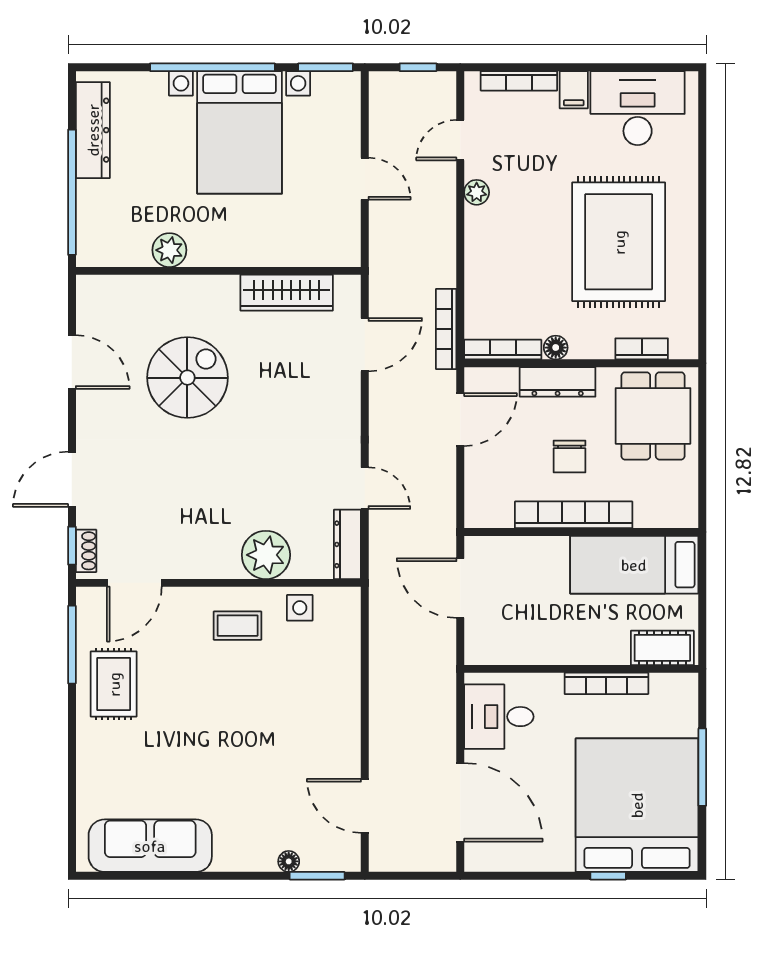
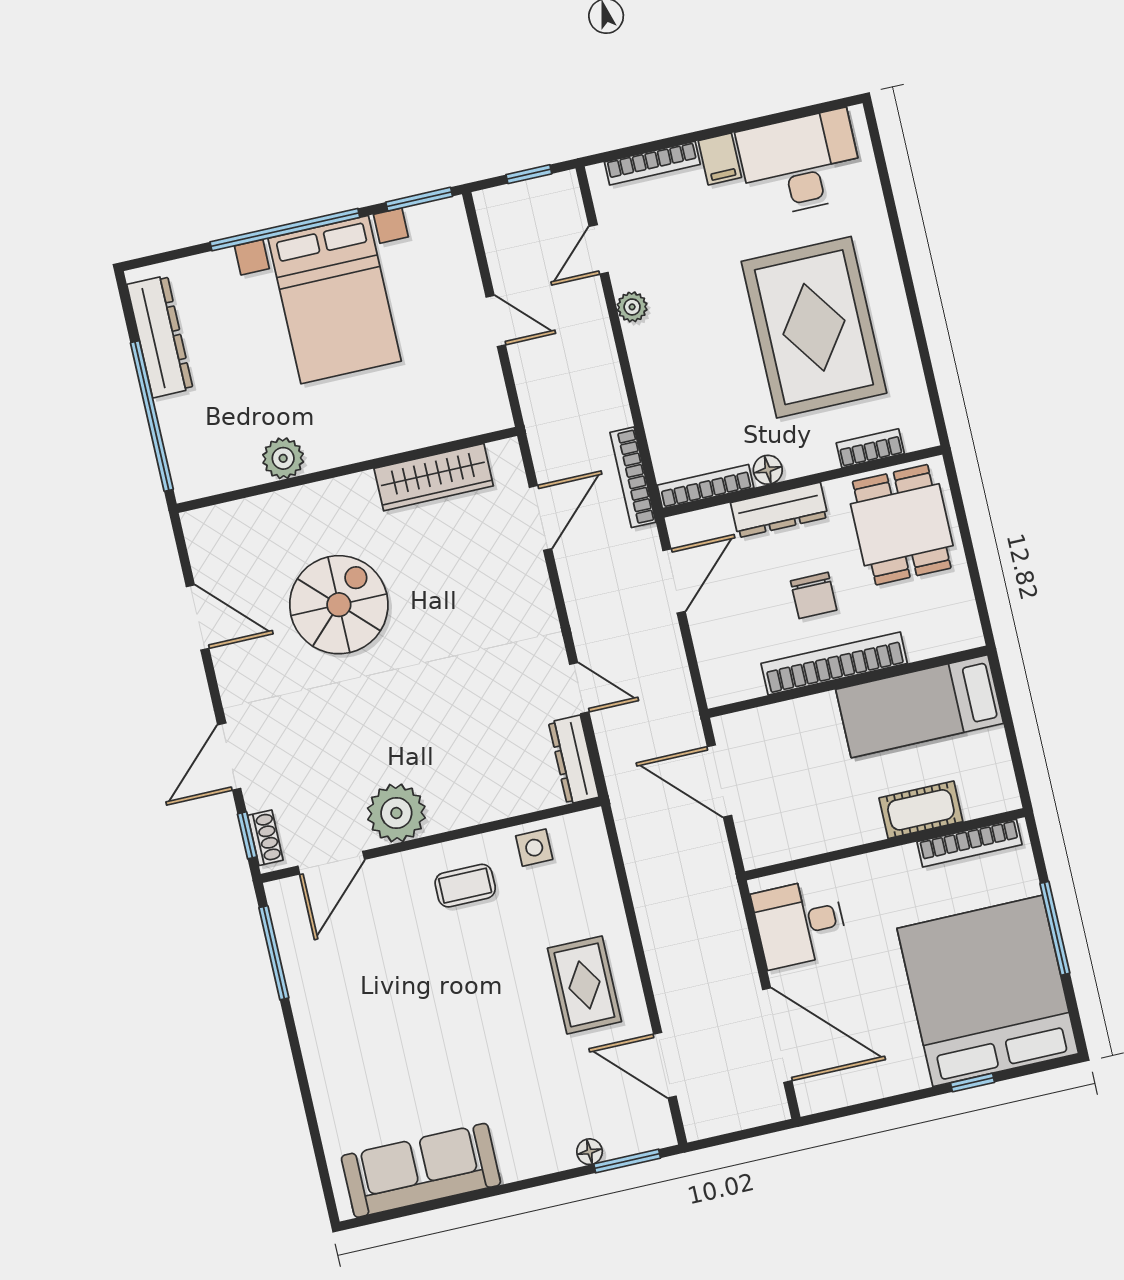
plant: (266, 555) -> (396, 813), moved
cot: (662, 648) -> (921, 810), moved
bookcase: (606, 683) -> (969, 843), moved
rug: (114, 684) -> (584, 985), moved

